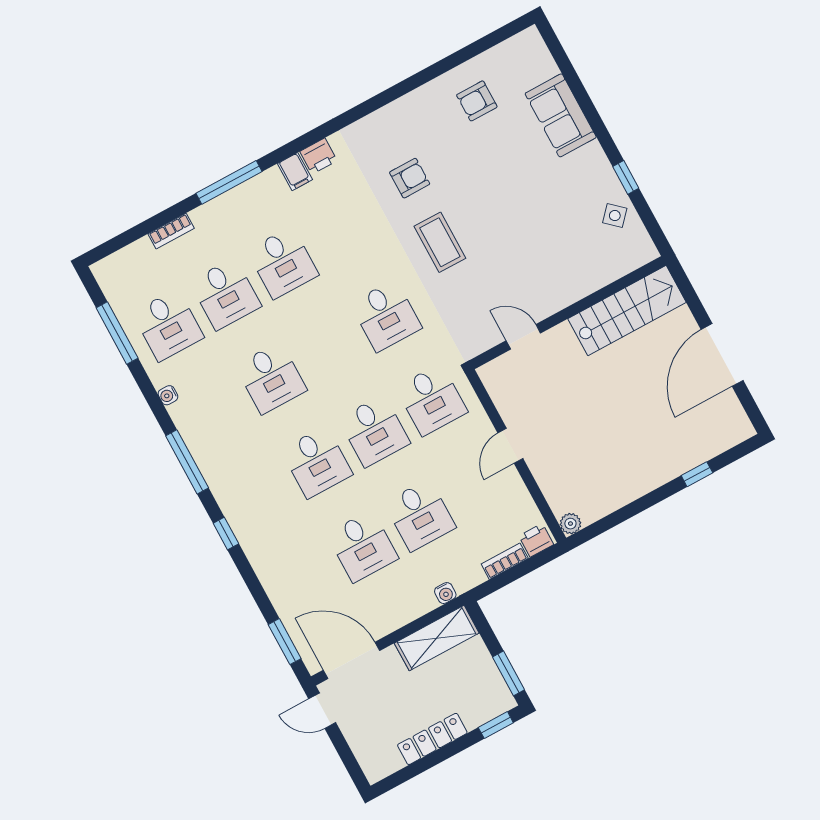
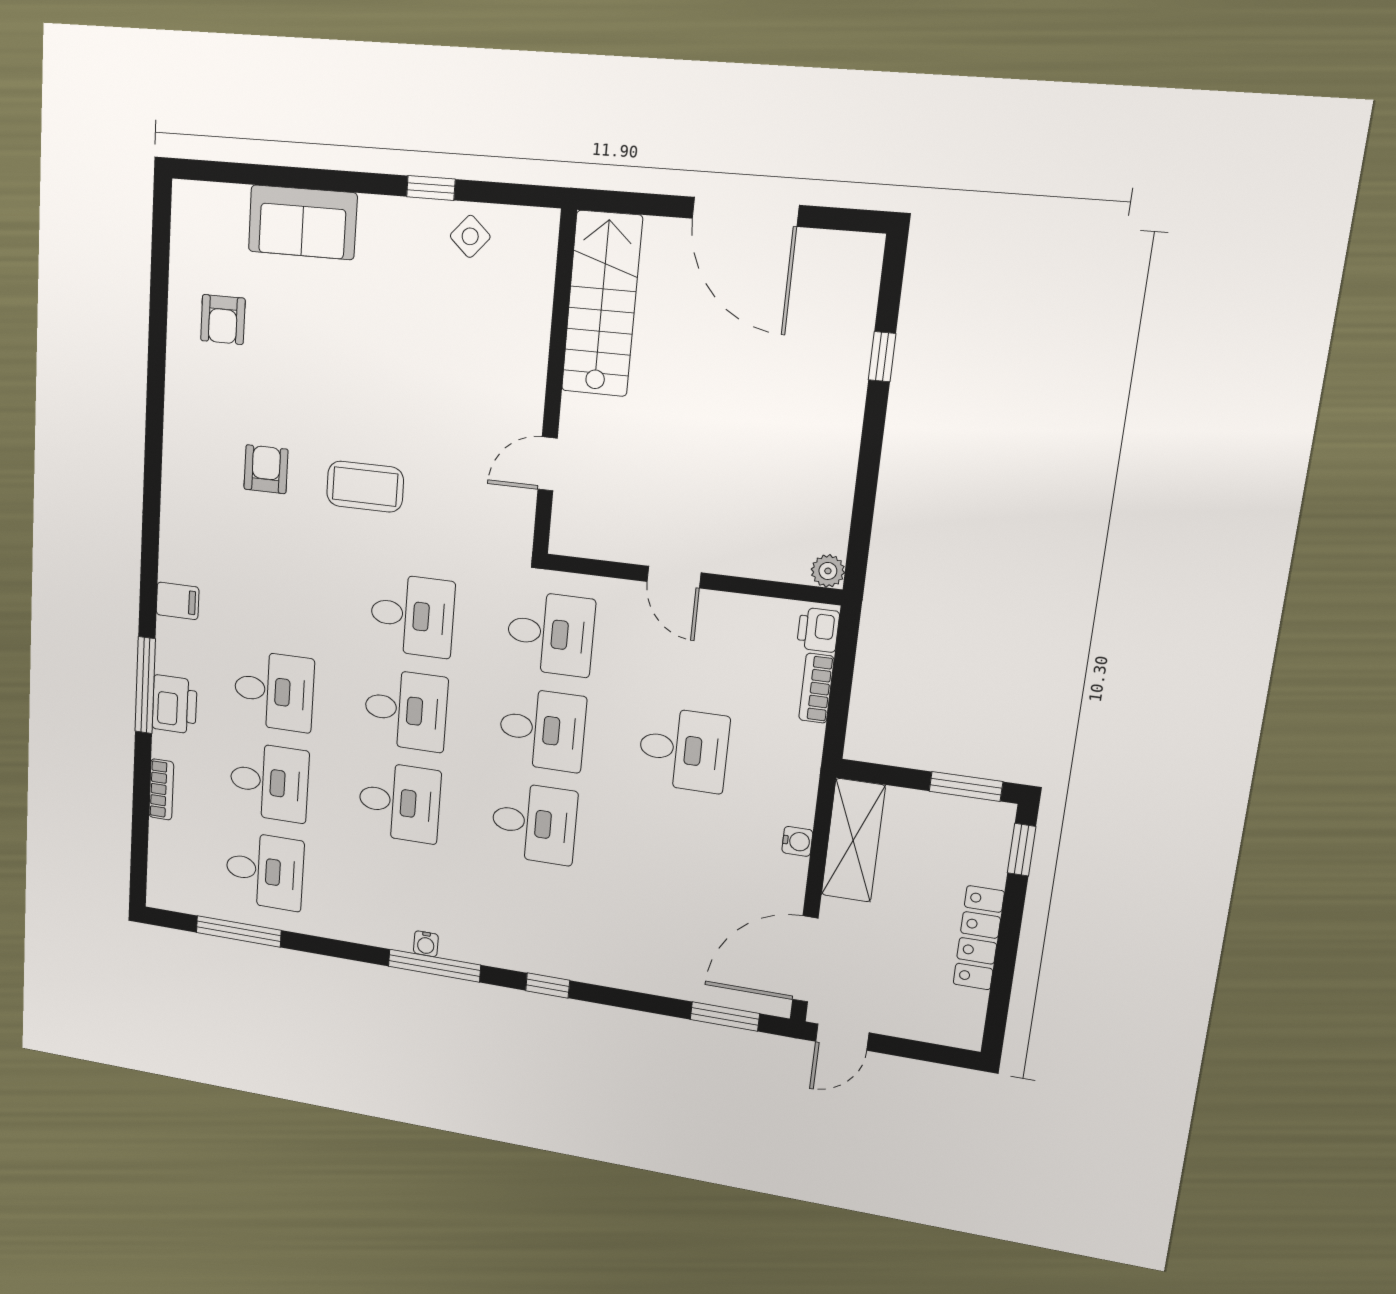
printer: (319, 156) -> (175, 704), moved, width x1.36, depth x1.24
water cooler: (168, 395) -> (426, 944), moved
desk: (362, 546) -> (406, 710), moved
water cooler: (445, 593) -> (797, 841), moved

